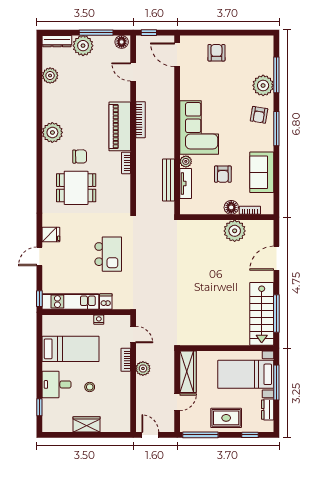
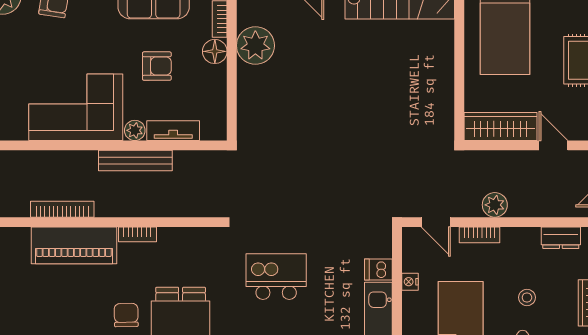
bench: (168, 180) -> (135, 161), moved
kitchen island: (108, 254) -> (276, 277), moved
door: (133, 335) -> (436, 222), swing flipped
dresser: (124, 406) -> (561, 238), added

